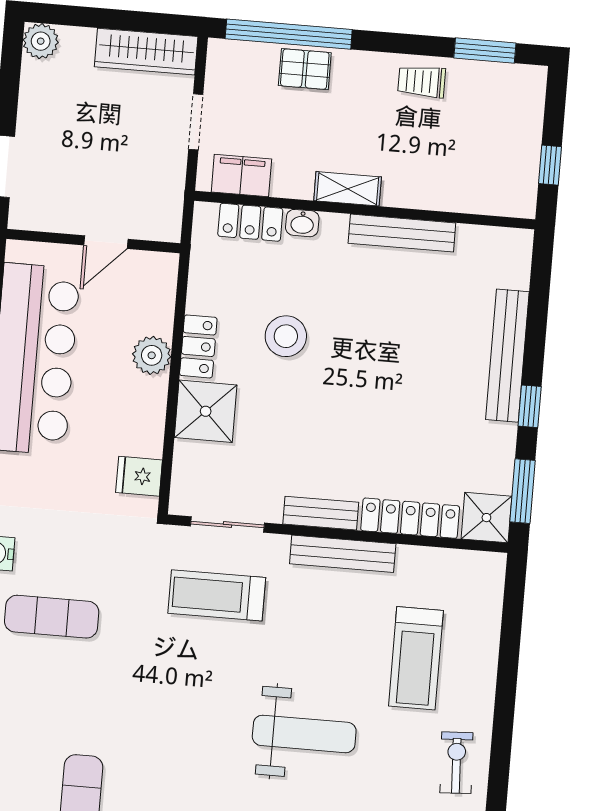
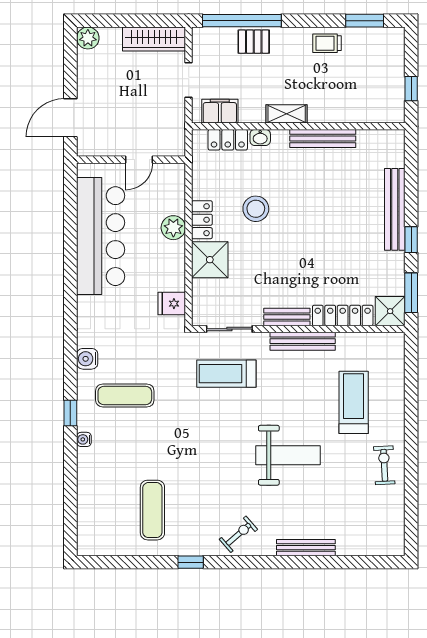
treadmill: (416, 658) -> (354, 402), turned 180

